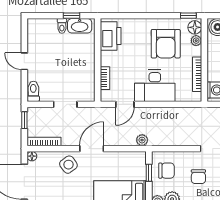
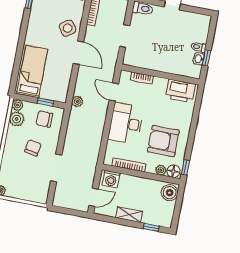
washbasin: (80, 26) -> (199, 59), width x0.52, depth x0.69
chair: (166, 171) -> (44, 119), turned 92
chair: (198, 177) -> (33, 148), turned 100

